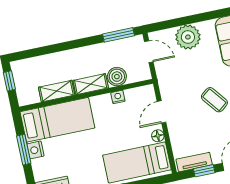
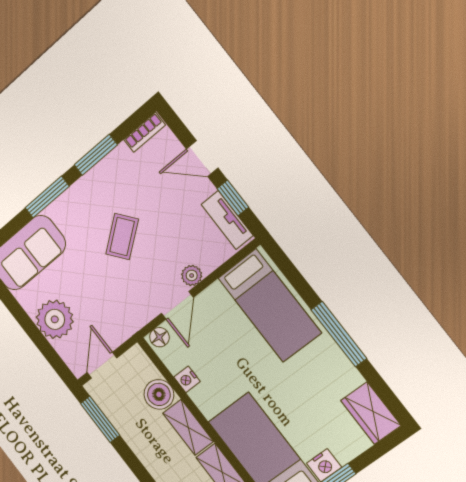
door: (162, 112) -> (177, 305), hinge flipped
plant: (174, 128) -> (192, 275), added
floor lamp: (158, 136) -> (159, 337), moved

